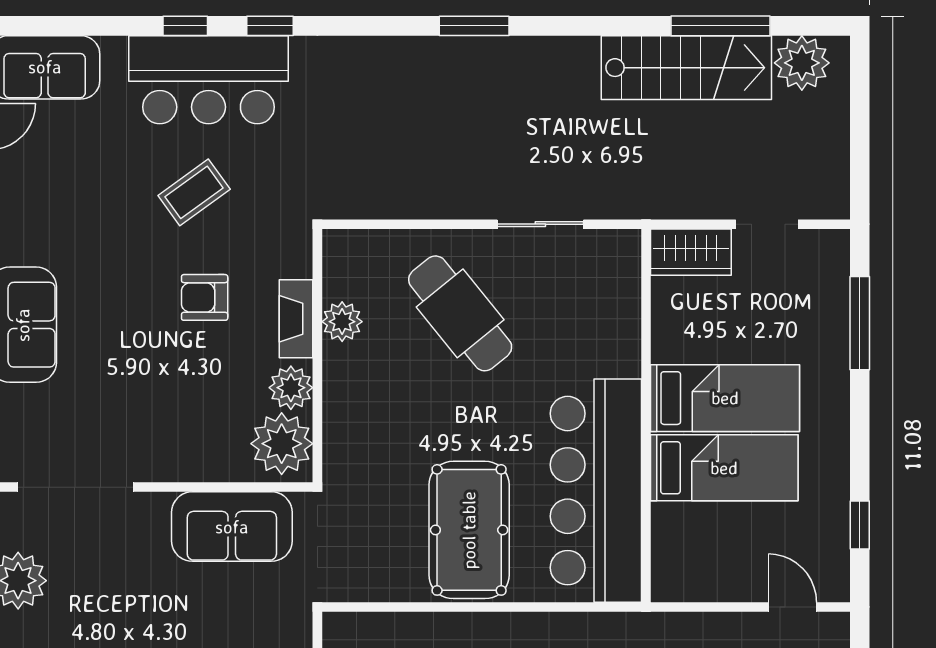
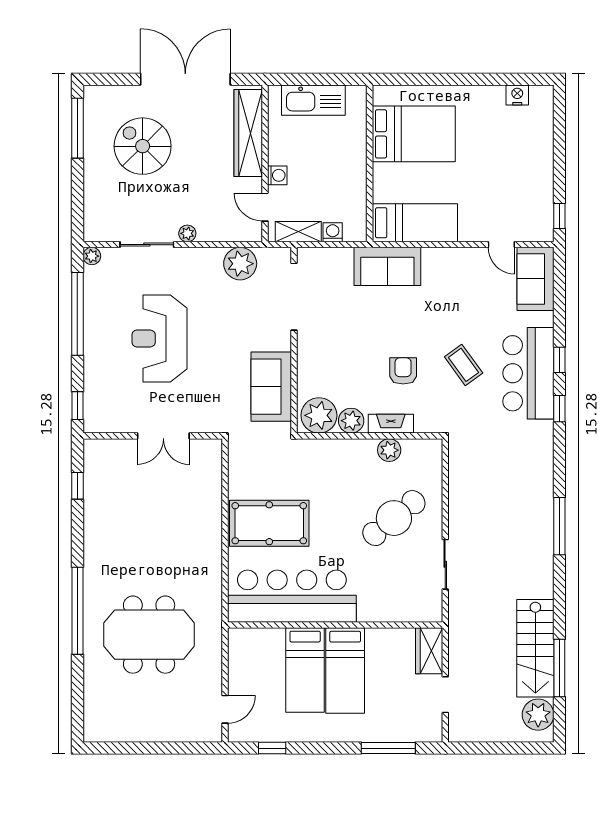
window: (474, 26) -> (559, 526), width x1.44

